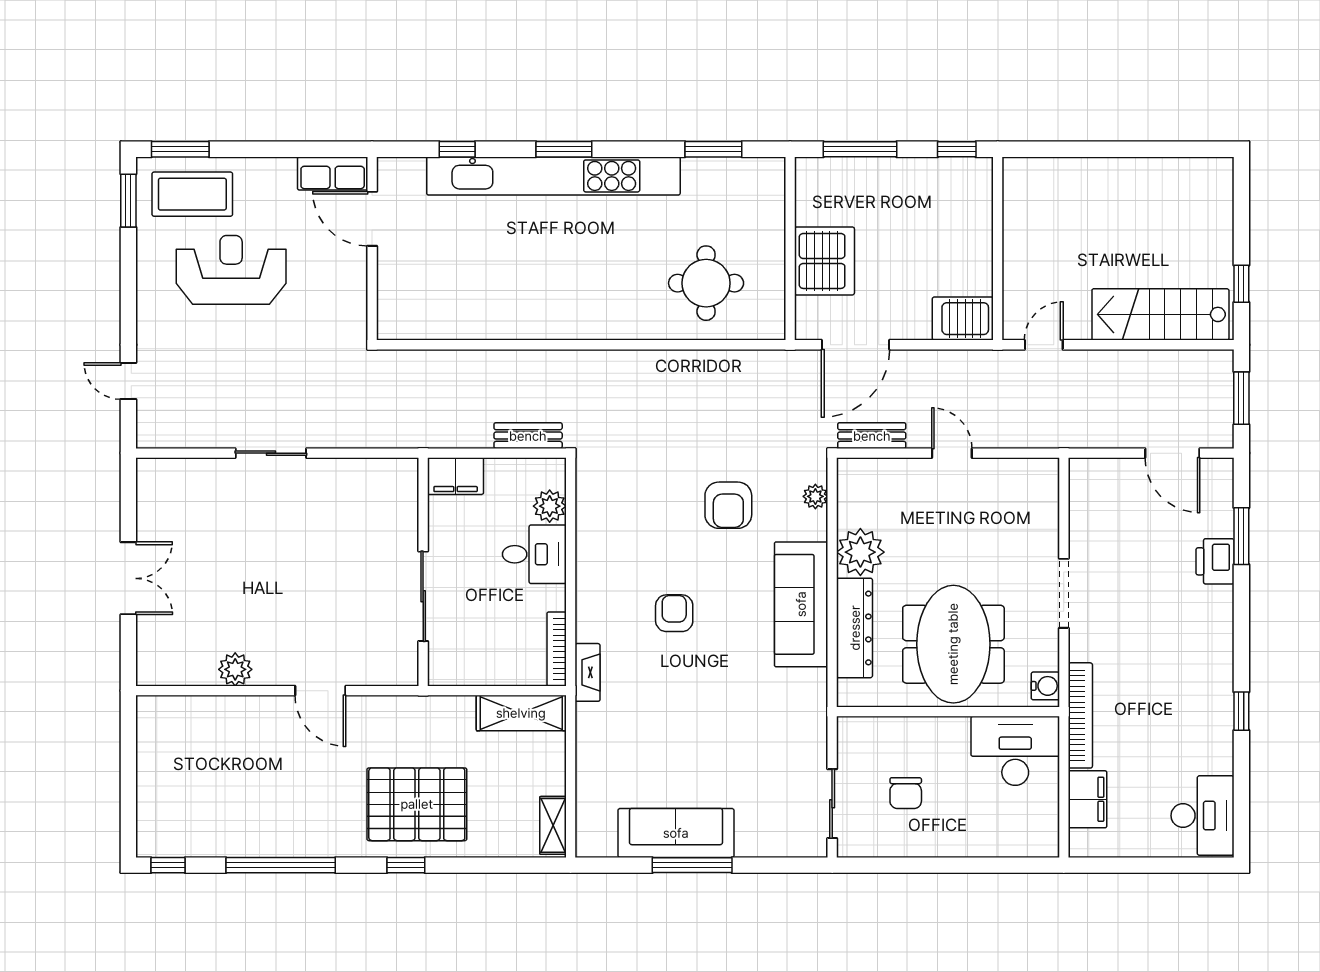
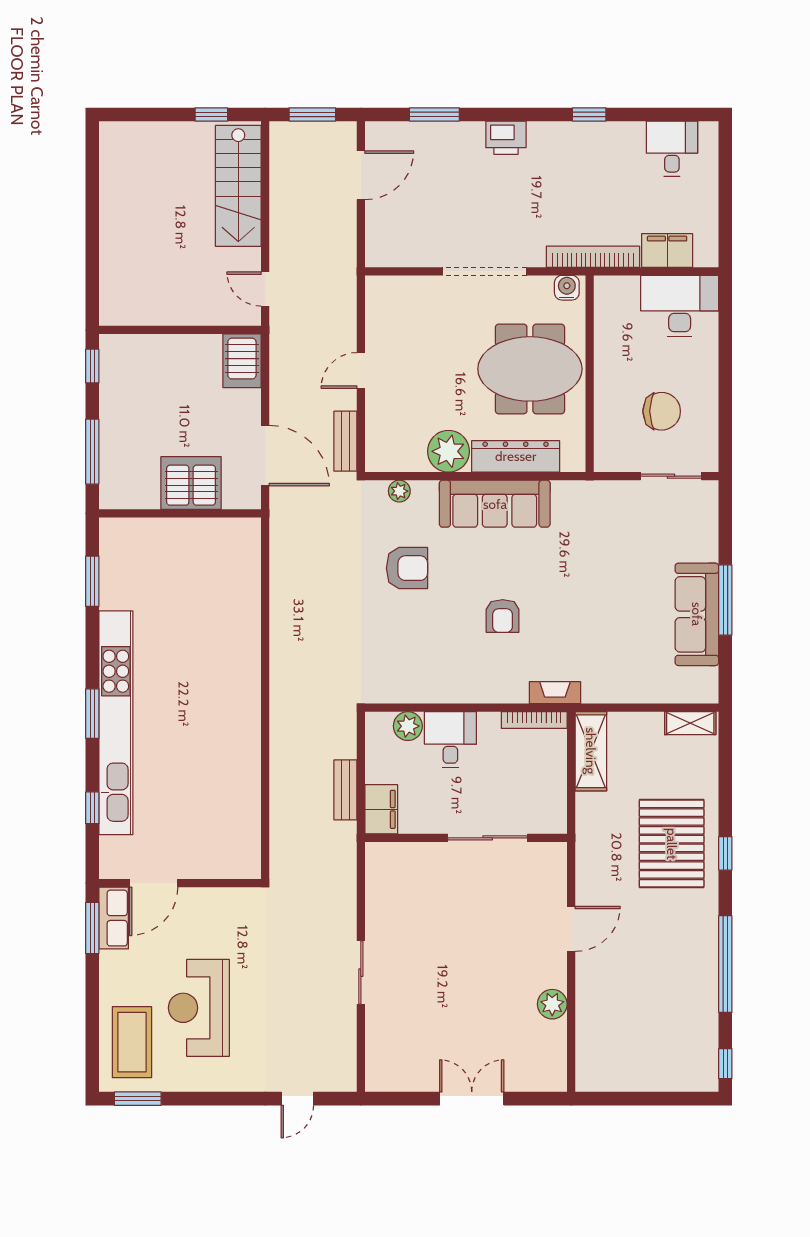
window: (180, 149) -> (92, 928), moved
round table: (706, 283) -> (211, 588), removed
bench: (528, 436) -> (345, 790), moved
printer: (1215, 561) -> (506, 138), moved
doorway: (1064, 593) -> (485, 271), width x1.36
armchair: (674, 613) -> (503, 616), turned -90
desk: (1015, 751) -> (680, 306), moved, turned 90
chair: (906, 793) -> (662, 411), width x1.37, depth x1.37
desk: (1202, 816) -> (672, 149), width x0.73

